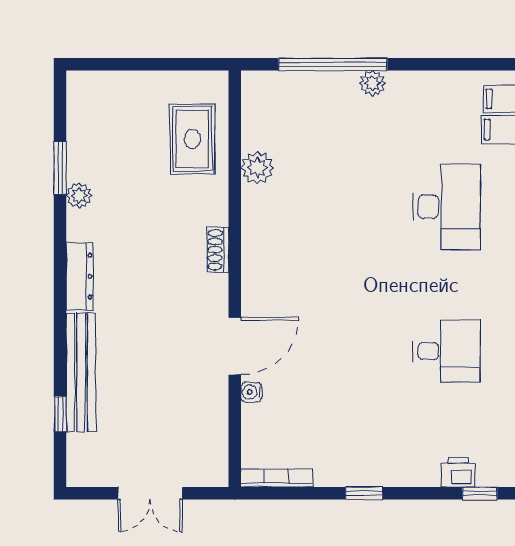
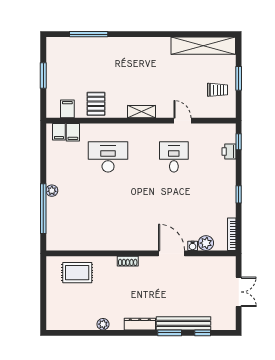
window: (60, 168) -> (170, 333), moved
plant: (257, 168) -> (206, 243), moved

